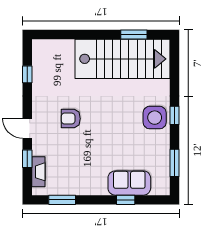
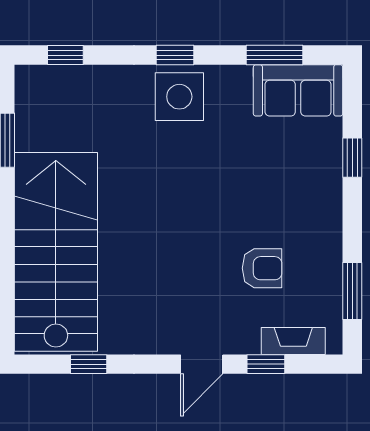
stairs: (123, 59) -> (56, 252), moved
window: (174, 63) -> (65, 55), added
armchair: (71, 119) -> (262, 268), moved, turned -90
sofa: (129, 183) -> (298, 90), moved, turned -90

